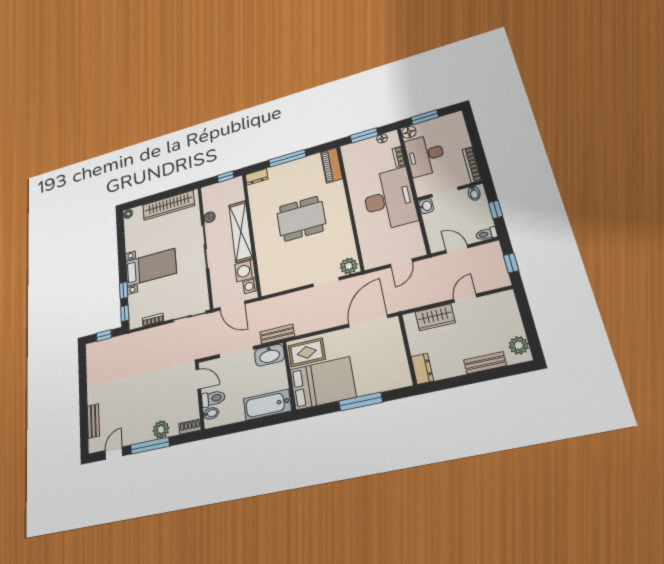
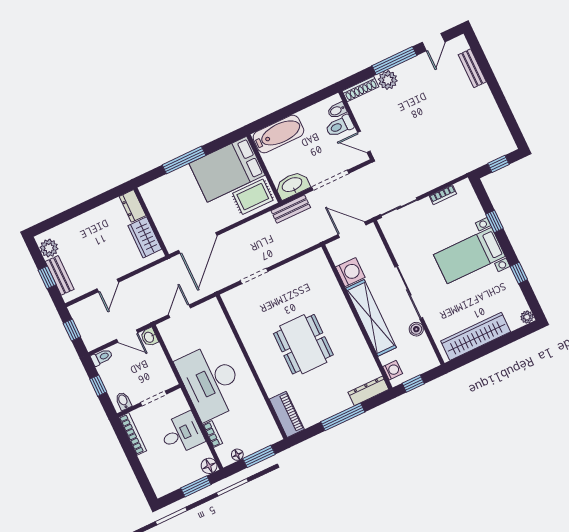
desk: (425, 155) -> (182, 434), width x0.73
dresser: (257, 177) -> (368, 391), width x1.44
washbasin: (426, 206) -> (149, 337), moved
dining table: (301, 219) -> (303, 344), turned 90
plant: (349, 266) -> (234, 298), removed
washing machine: (250, 286) -> (393, 370), moved
window: (125, 313) -> (519, 273), moved
wardrobe: (435, 317) -> (145, 237), moved, turned -90
window: (527, 317) -> (47, 277), added
bench: (485, 363) -> (60, 275), moved, turned 90
shoe rack: (190, 427) -> (360, 89), width x1.43

